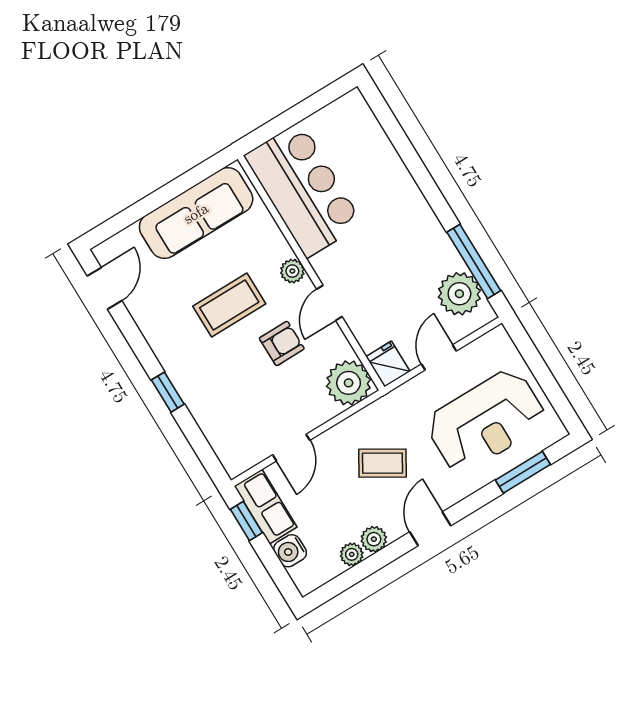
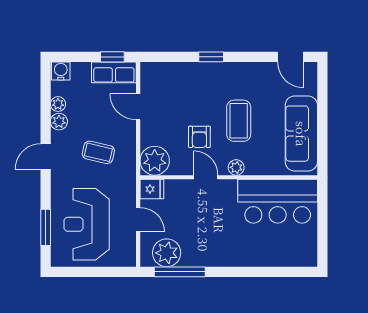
coffee table: (383, 463) -> (98, 152), turned 72
door: (430, 529) -> (46, 157), swing flipped
water cooler: (290, 551) -> (61, 71), moved

